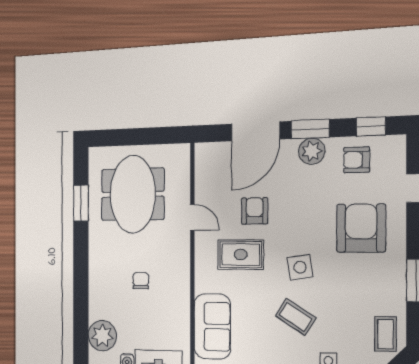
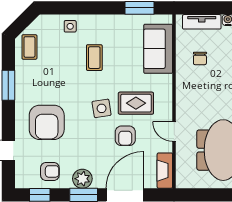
fireplace: (204, 166) -> (165, 171), added
side table: (300, 267) -> (102, 108), moved
chair: (141, 281) -> (200, 58), moved
coffee table: (296, 317) -> (94, 58), turned 58

